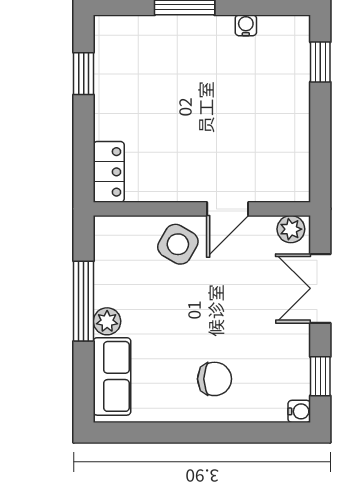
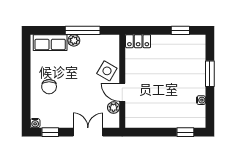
plant: (291, 229) -> (113, 108), moved

